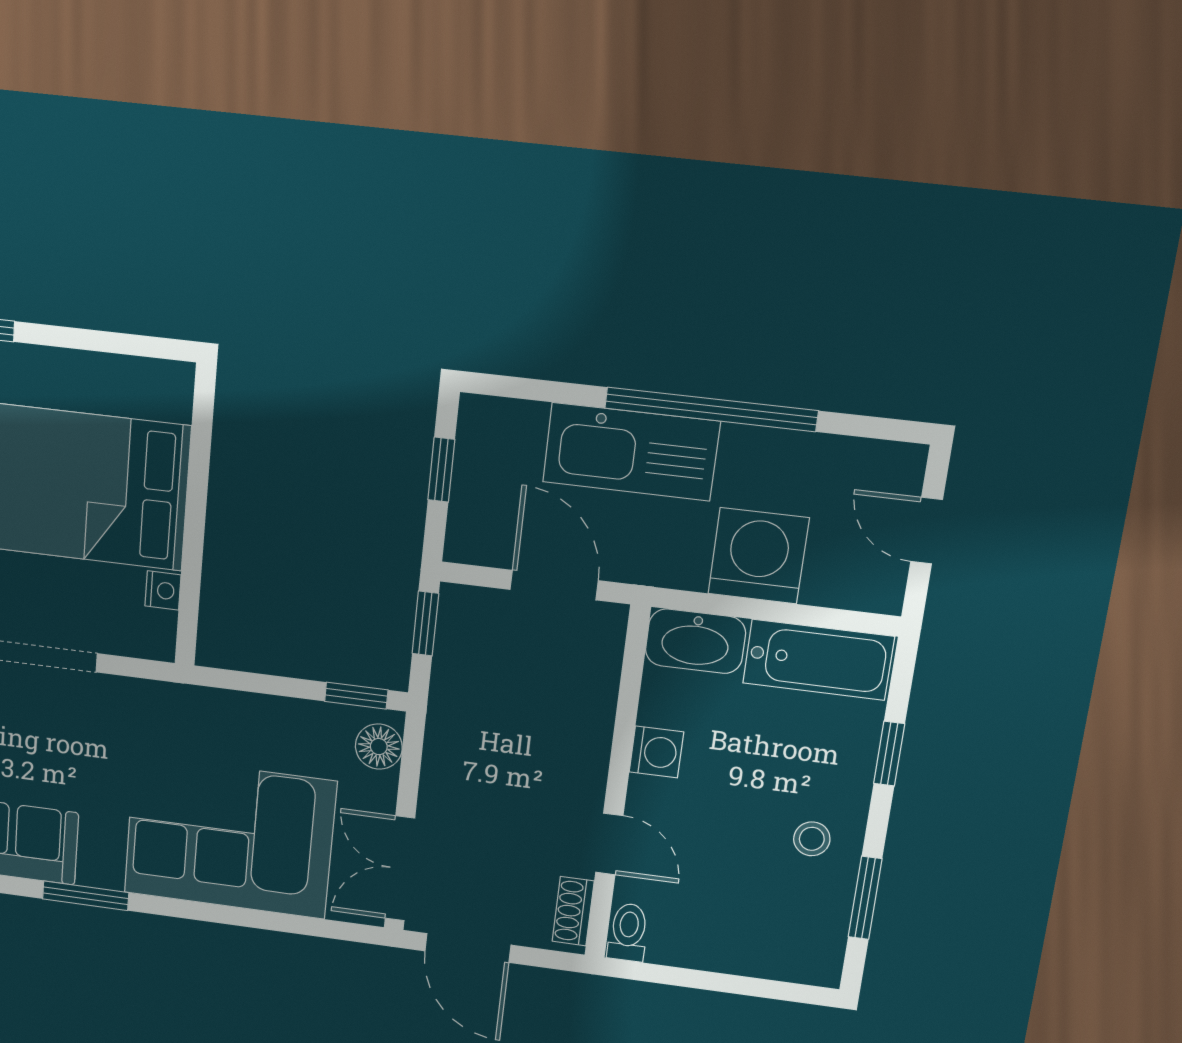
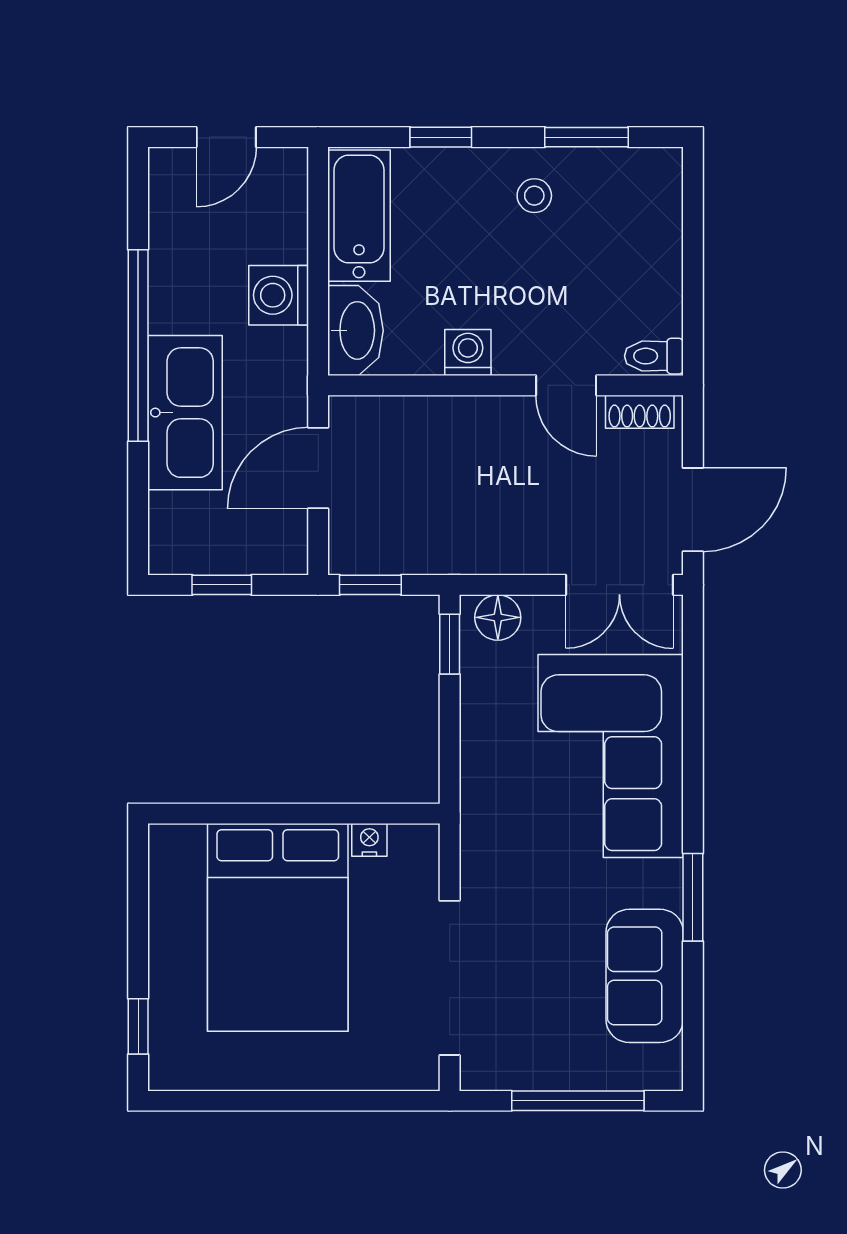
washing machine: (758, 556) -> (279, 295), width x0.73, depth x0.73
door: (609, 844) -> (566, 385), swing flipped

